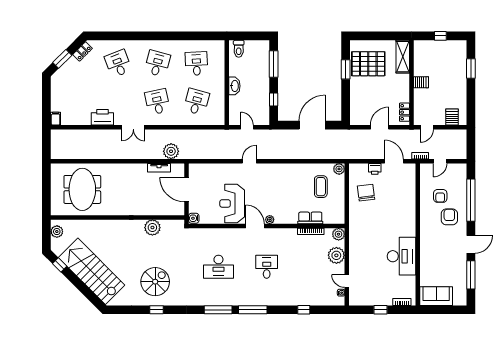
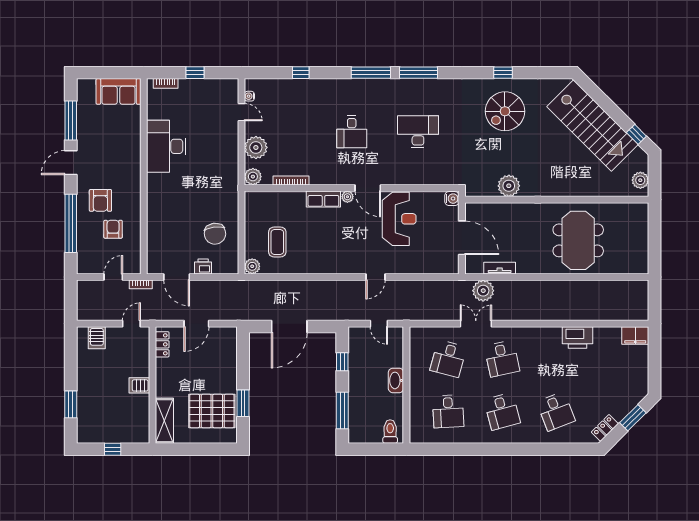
desk: (157, 64) -> (502, 411), turned -30
filing cabinet: (56, 119) -> (635, 336), width x2.00
double door: (133, 127) -> (476, 324), moved
meeting table: (82, 189) -> (578, 240), moved
row of seats: (310, 218) -> (323, 199), moved

